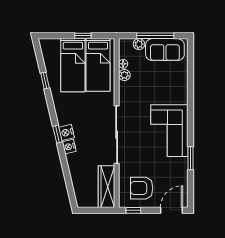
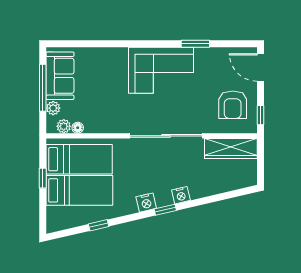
plant: (124, 75) -> (64, 126), moved
nightstand: (66, 132) -> (146, 203), moved

